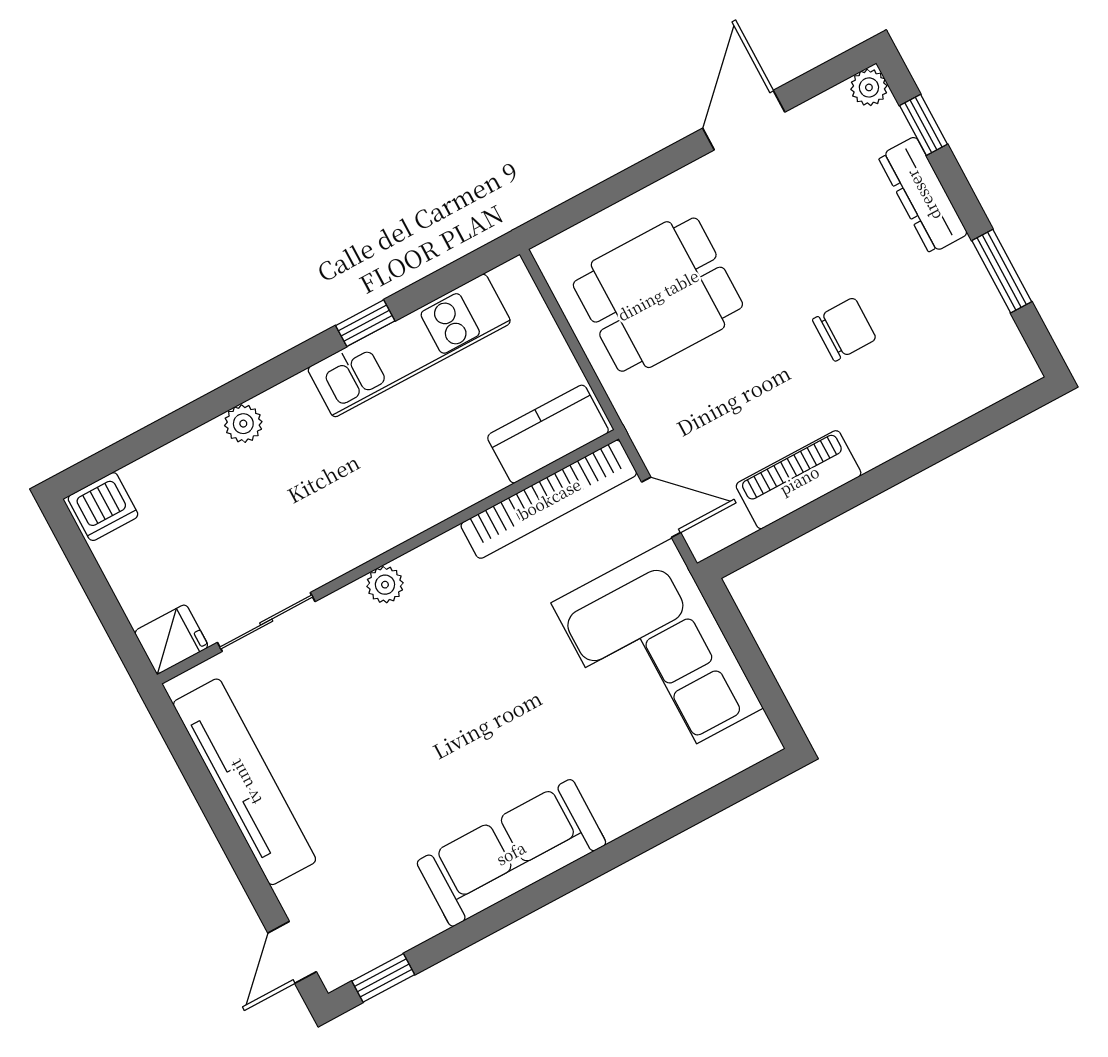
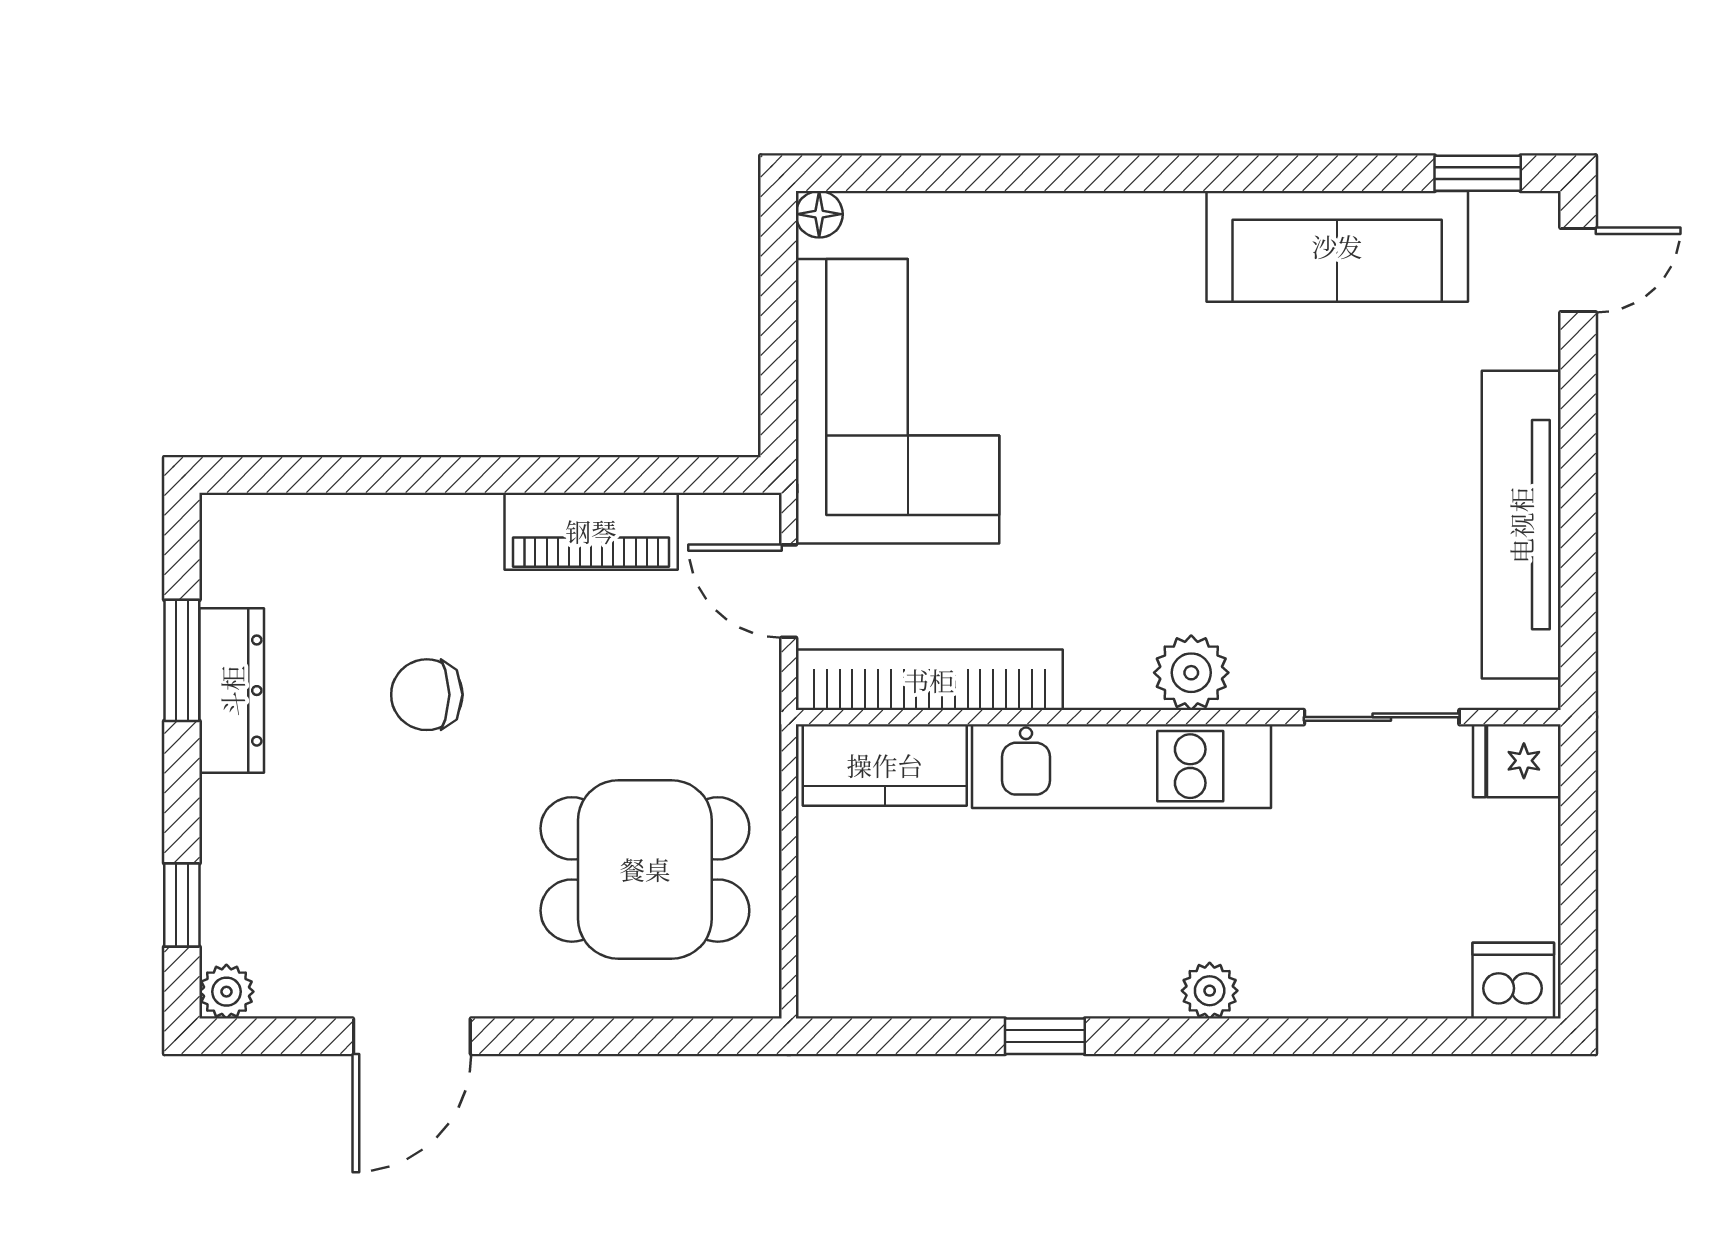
dresser: (923, 195) -> (232, 691), moved
kitchen unit: (409, 345) -> (1122, 766), moved, turned 180
plant: (243, 424) -> (1210, 991), moved
plant: (385, 585) -> (1191, 673), width x1.38, depth x1.38
floor lamp: (764, 742) -> (819, 214), added
sofa: (511, 853) -> (1337, 246), moved

